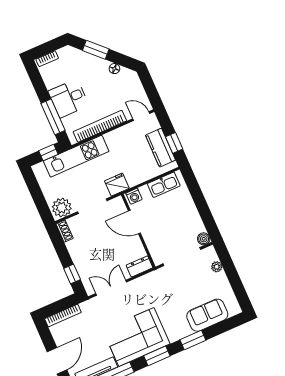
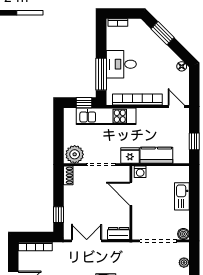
floor lamp: (114, 69) -> (182, 66), moved
kitchen counter: (160, 148) -> (156, 155), moved, turned 90
kitchen sink: (164, 185) -> (182, 196), moved, turned 90

